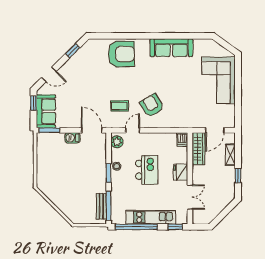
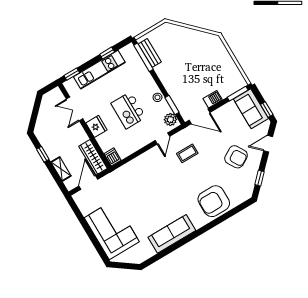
armchair: (152, 105) -> (236, 157), moved
window: (109, 173) -> (172, 105), moved
window: (136, 227) -> (107, 53), width x0.32

